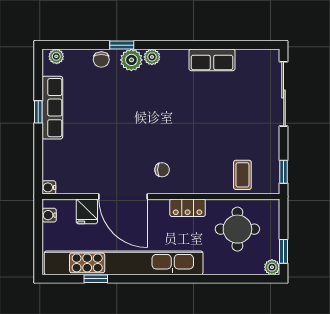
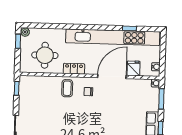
window: (38, 161) -> (161, 99), added
coffee table: (242, 175) -> (67, 88), moved
door: (123, 197) -> (112, 76), hinge flipped

